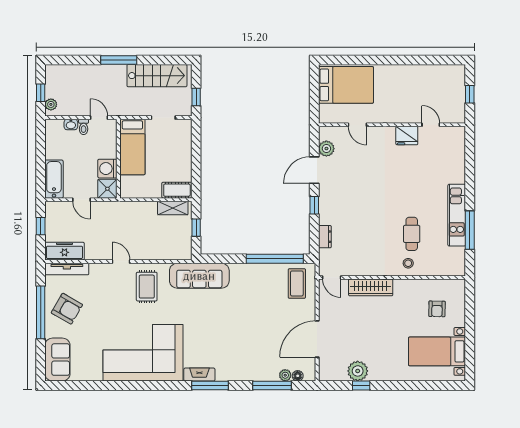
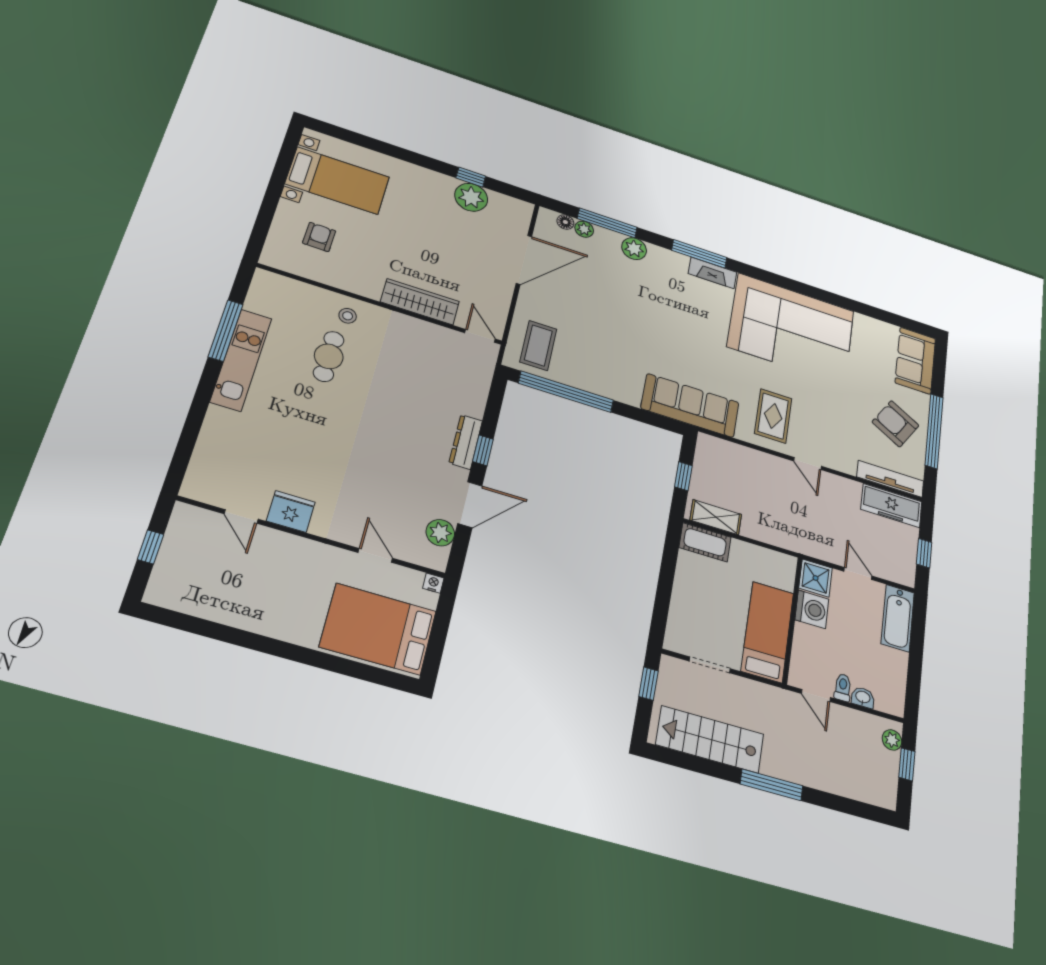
nightstand: (324, 119) -> (433, 583), added
dresser: (325, 237) -> (466, 442), moved, width x1.44
plant: (252, 373) -> (634, 249), added

